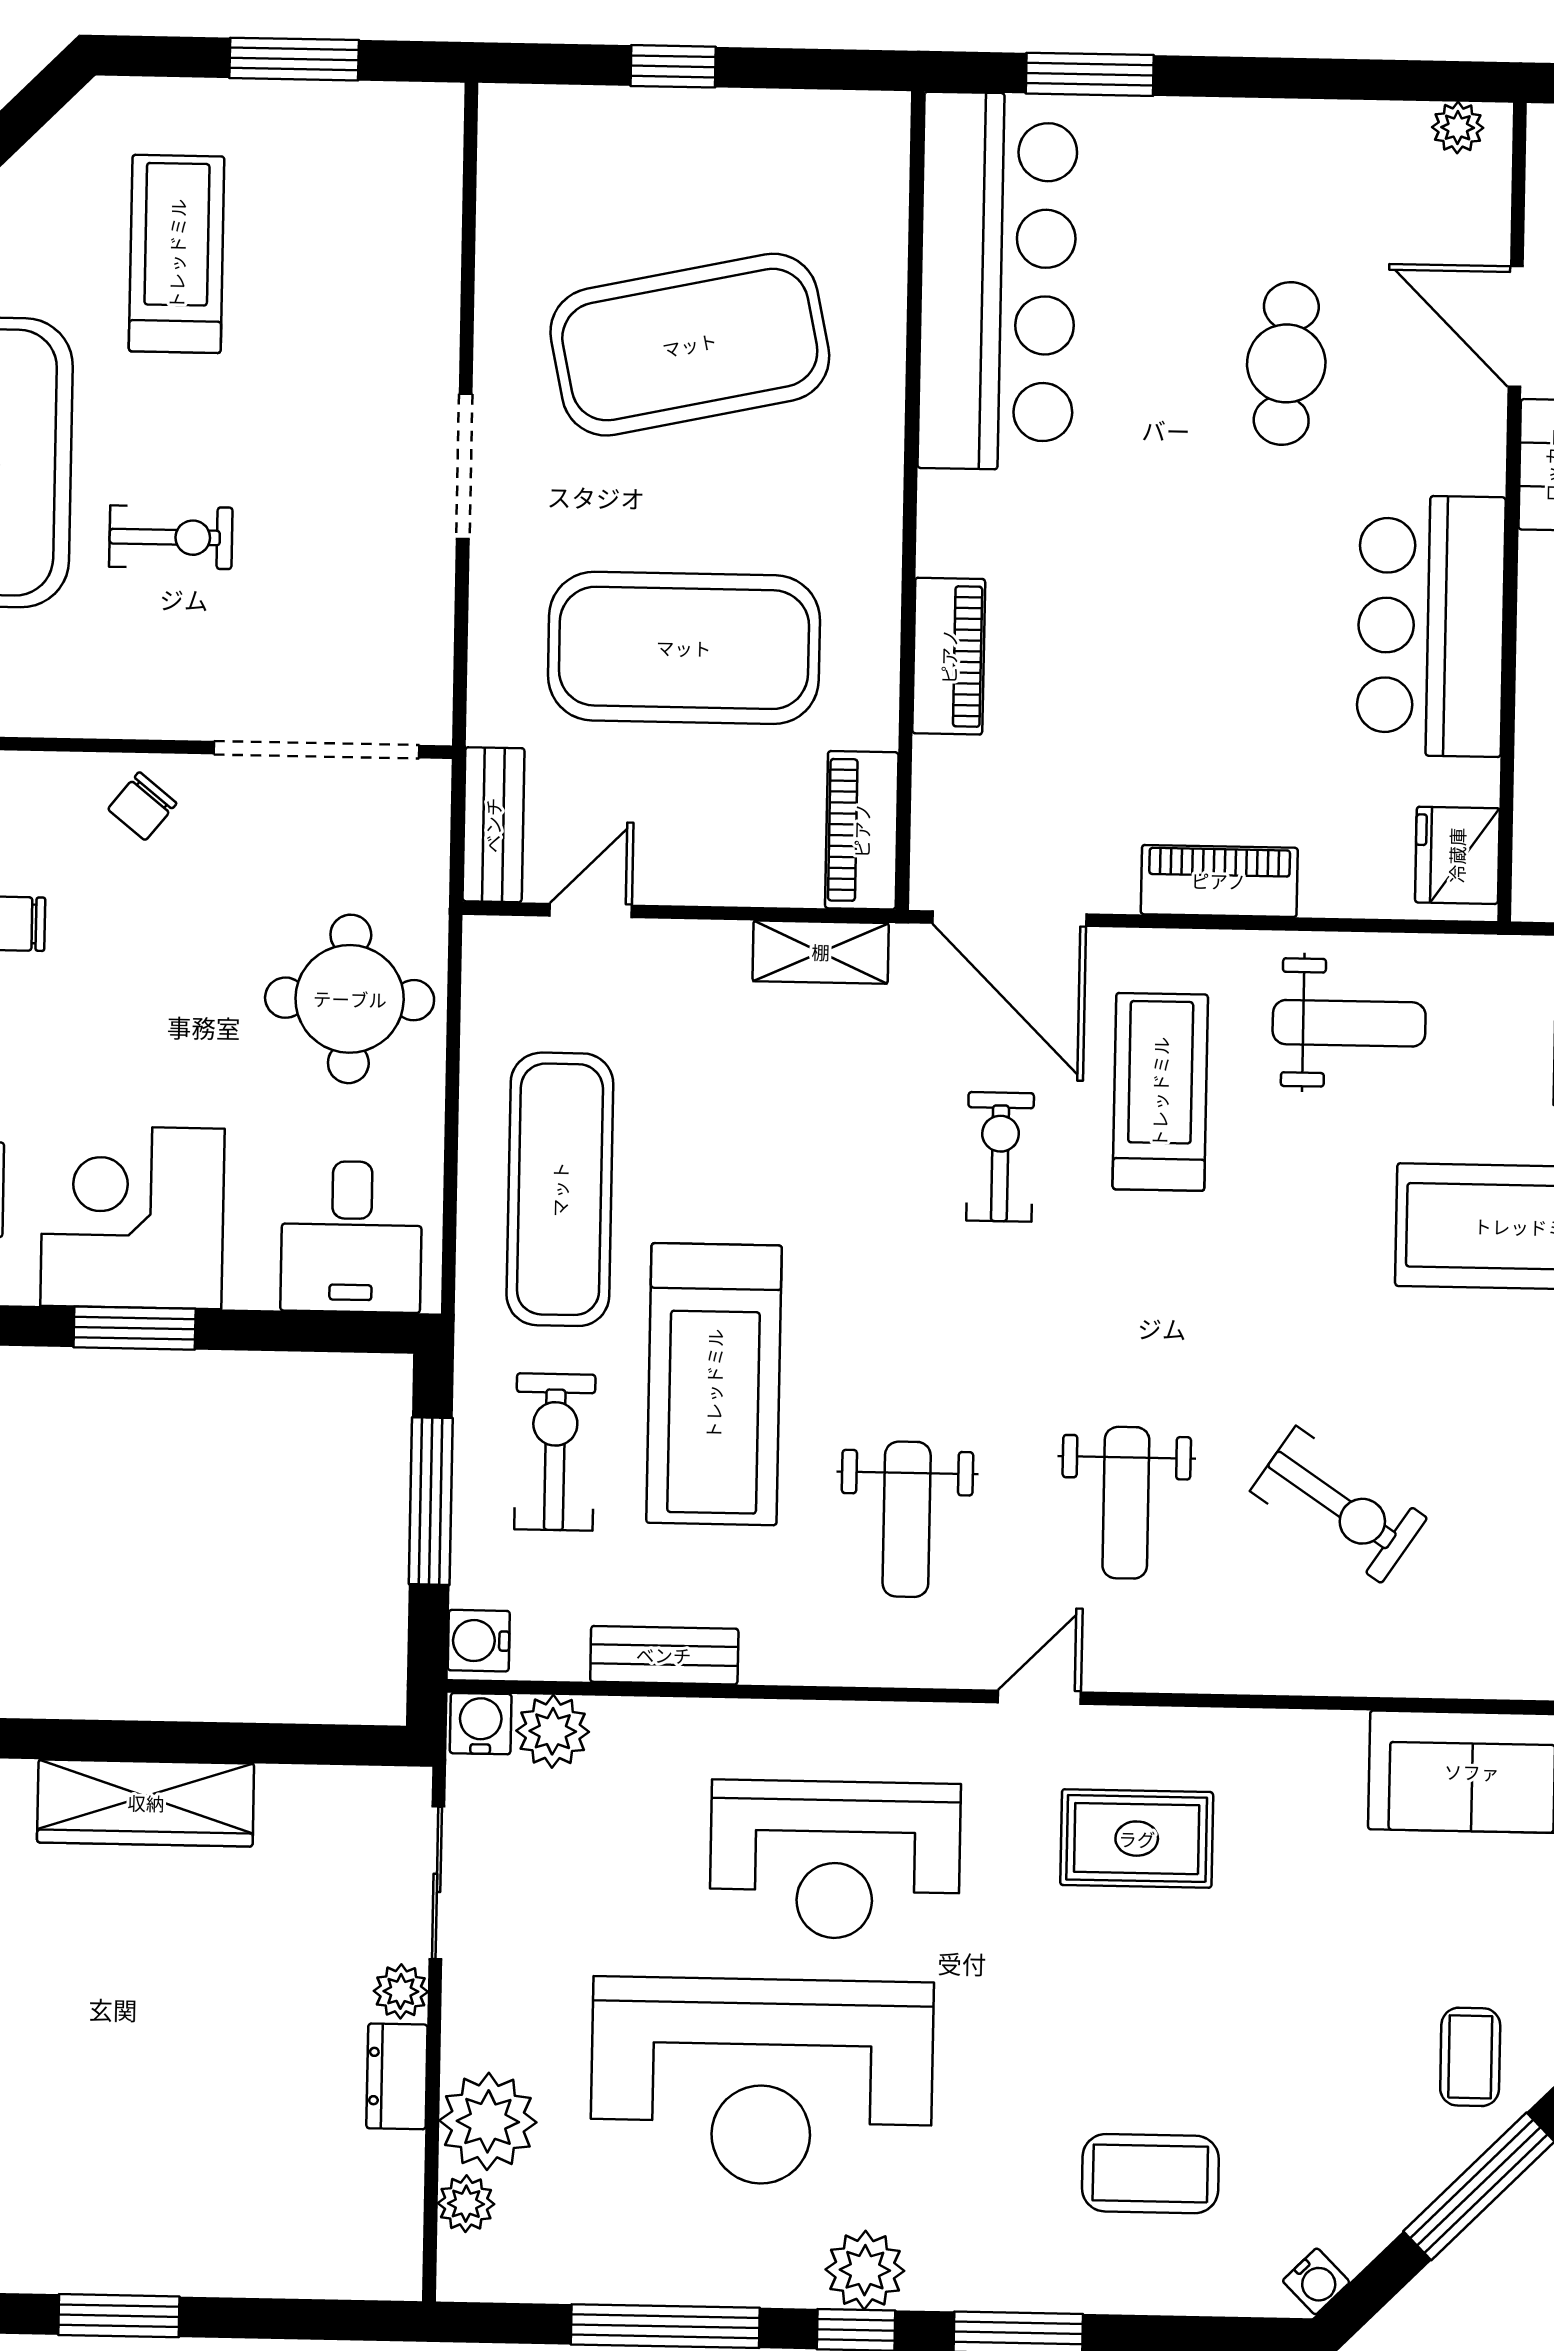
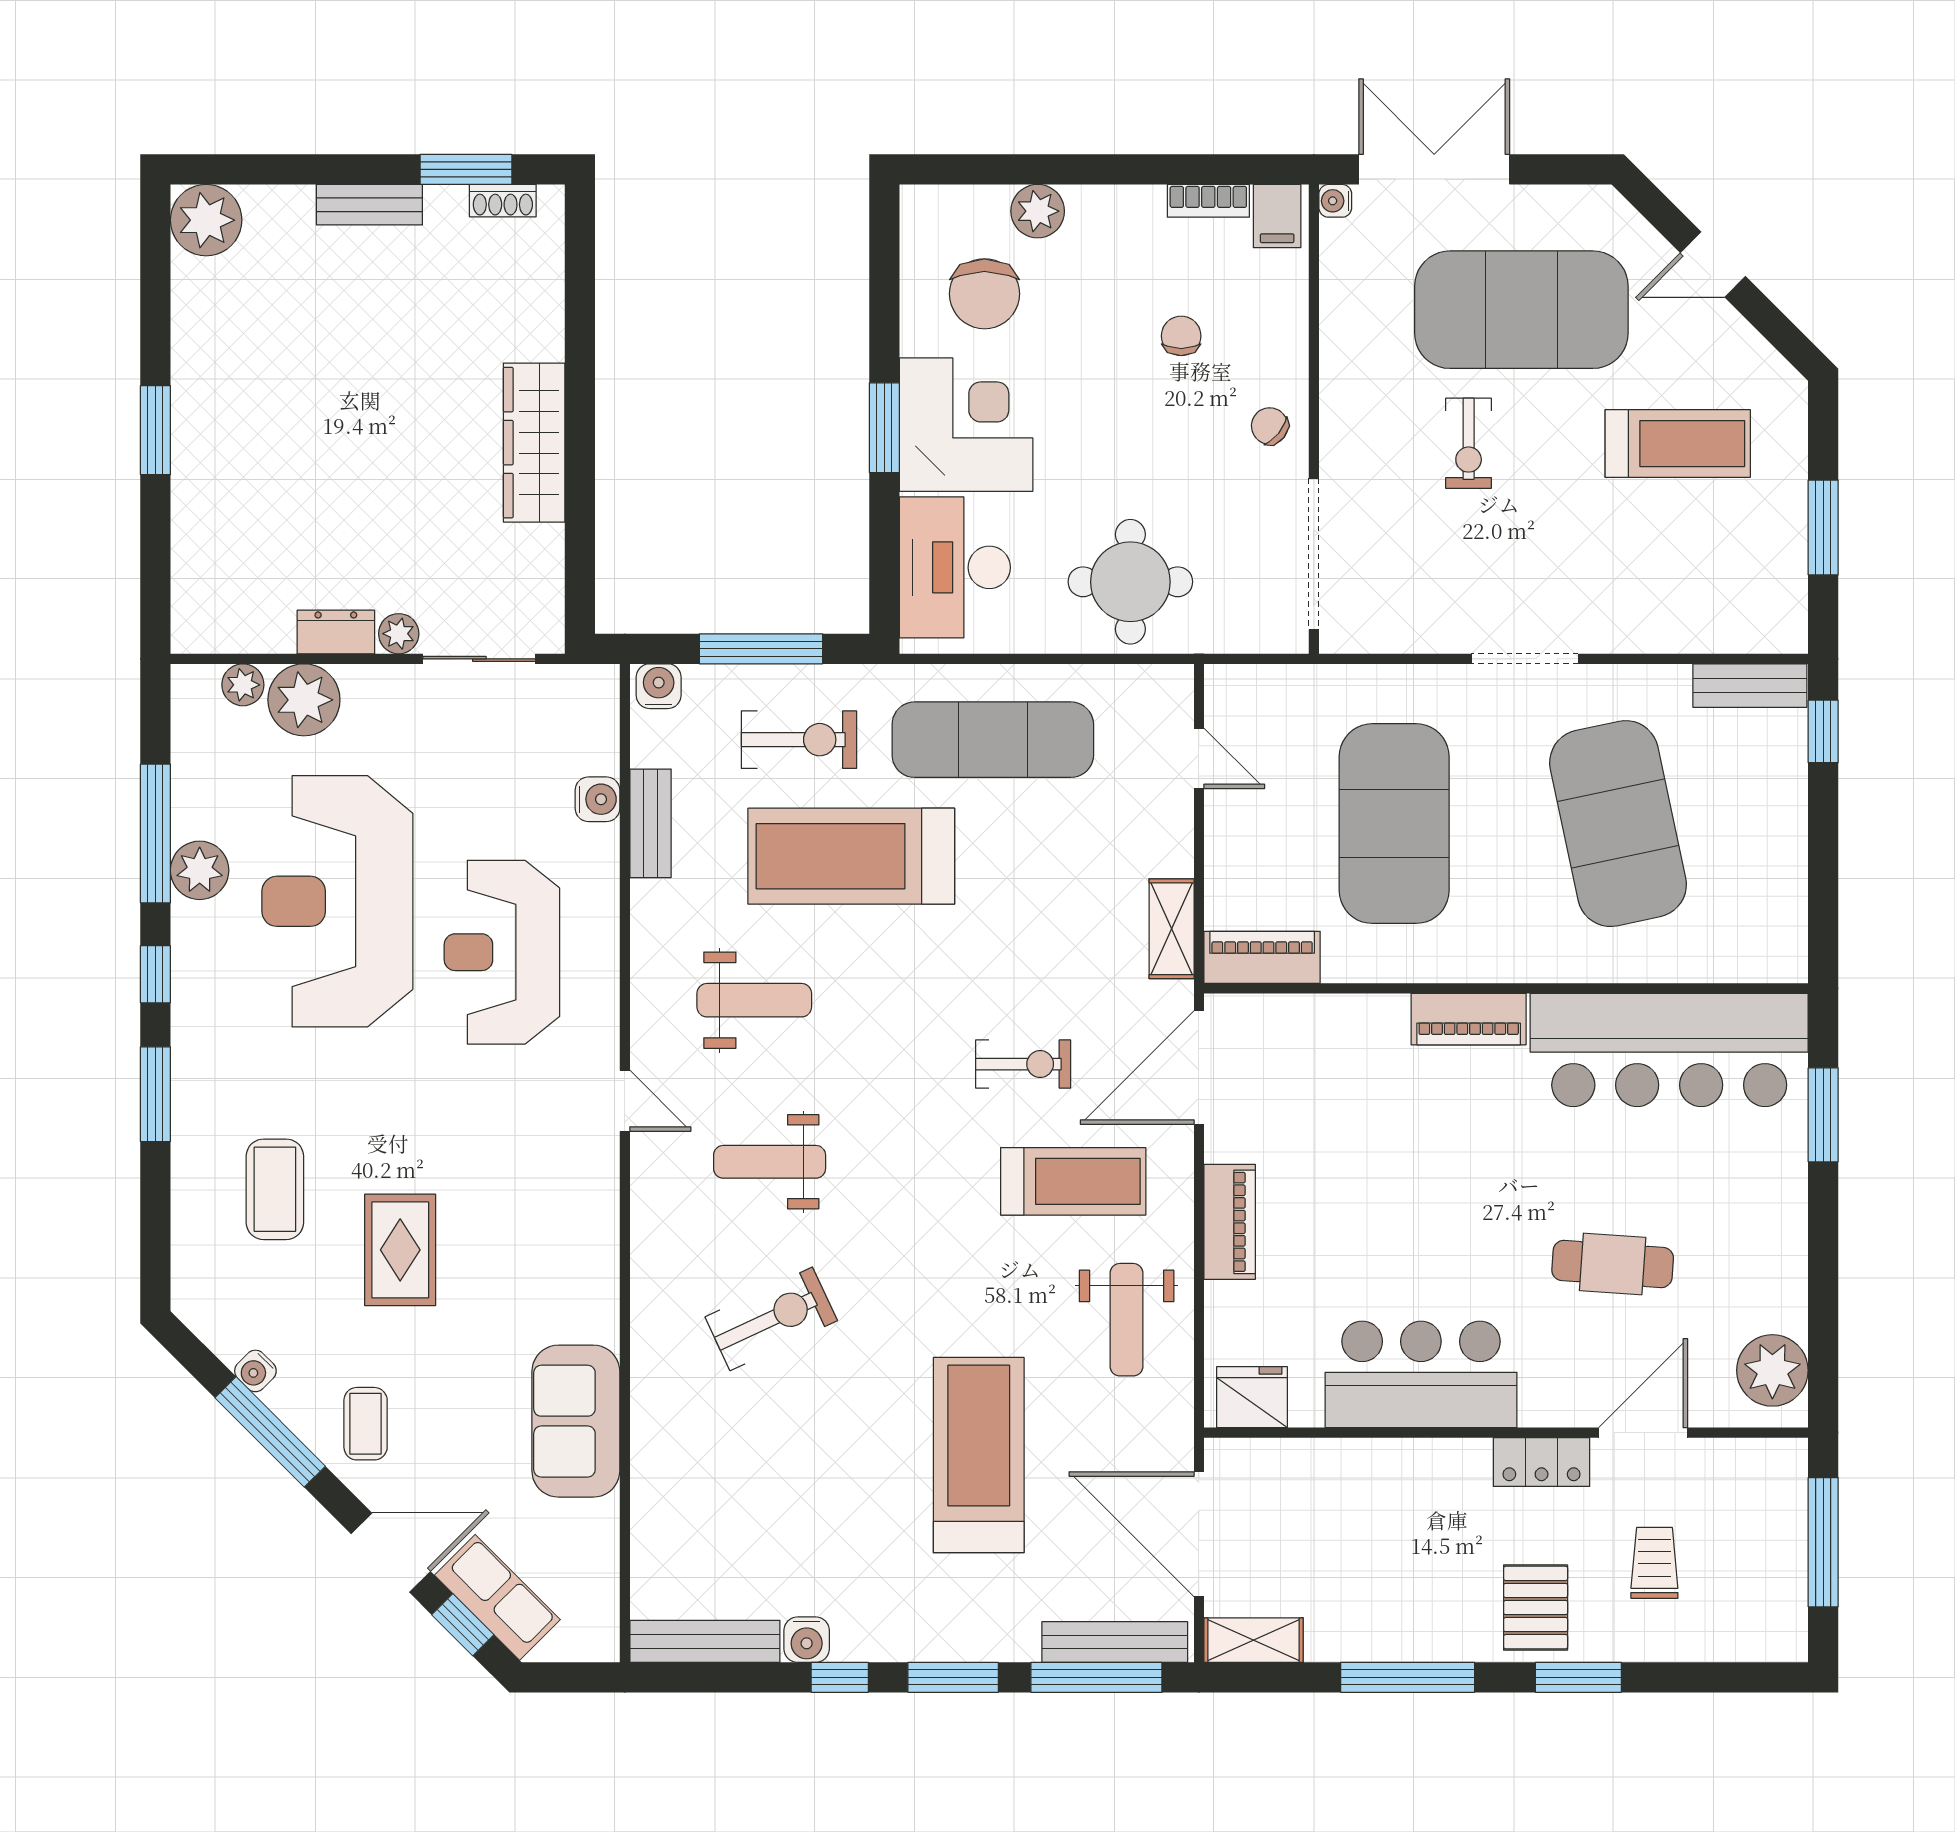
window: (673, 66) -> (1823, 731), moved
plant: (1458, 128) -> (1772, 1370), width x1.88, depth x1.88
piano: (949, 656) -> (1469, 1019), moved
bench: (493, 825) -> (1750, 686), moved
desk: (351, 1237) -> (955, 567), width x1.37
exercise bike: (1339, 1505) -> (771, 1319), turned -149
weight bench: (907, 1519) -> (754, 1000), turned 180
water cooler: (481, 1724) -> (597, 799), moved
plant: (553, 1731) -> (593, 742), removed
rug: (1137, 1839) -> (400, 1250), moved
coffee table: (1470, 2057) -> (366, 1424), turned 90
plant: (865, 2270) -> (200, 870), moved
water cooler: (1316, 2281) -> (255, 1371), moved

